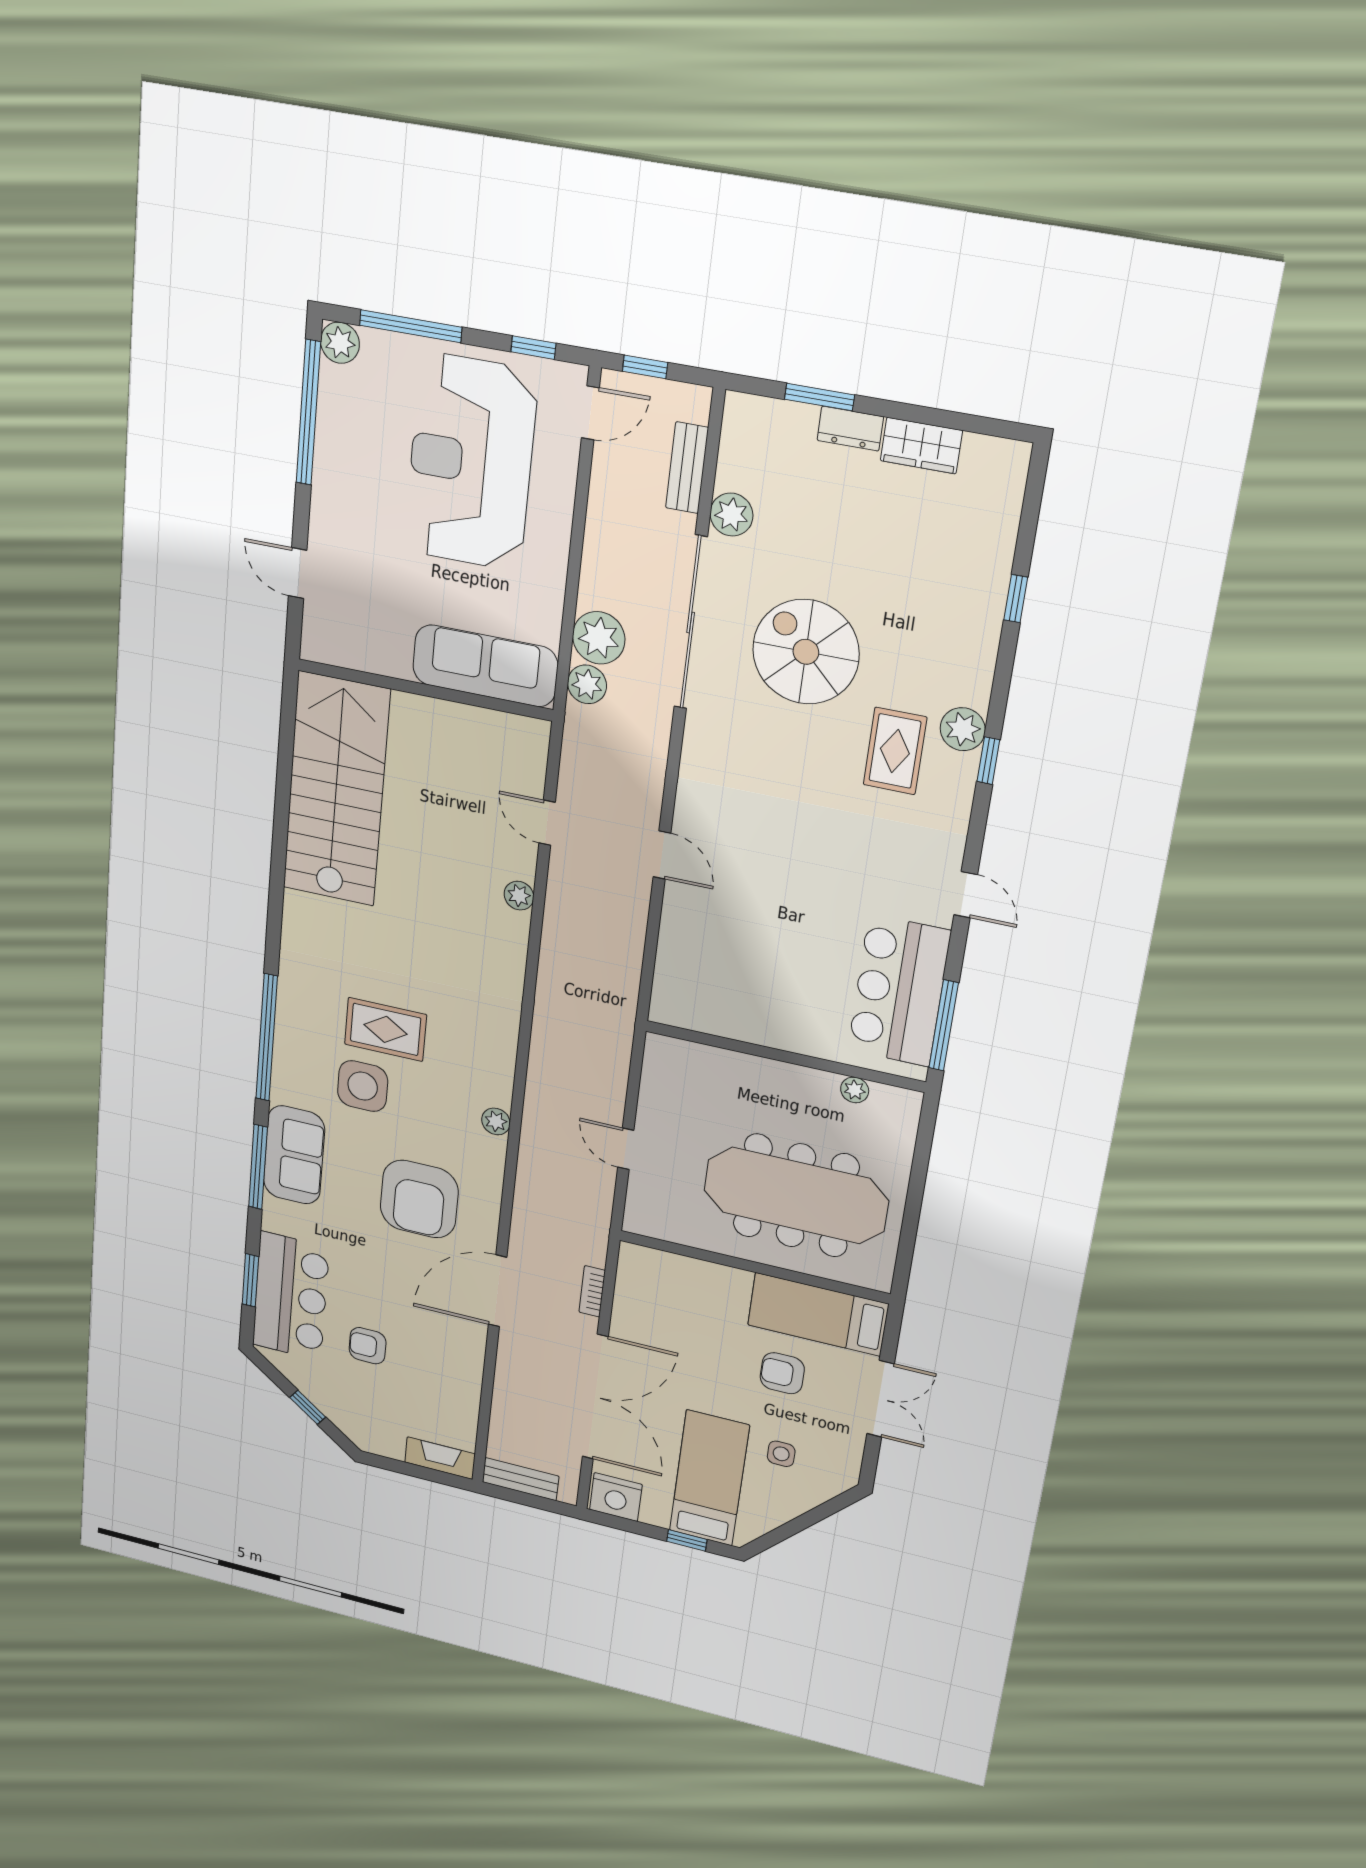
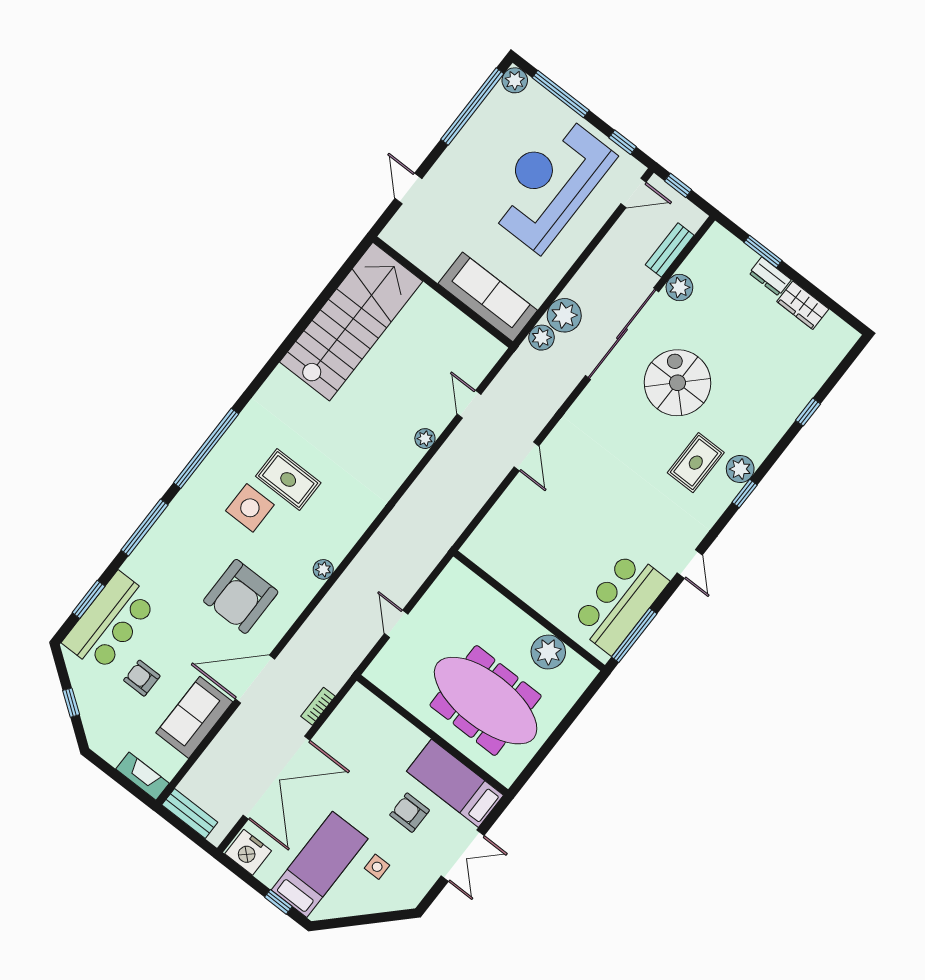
plant: (855, 1090) -> (548, 652), width x1.88, depth x1.88
sofa: (294, 1155) -> (194, 717), moved, turned 180

